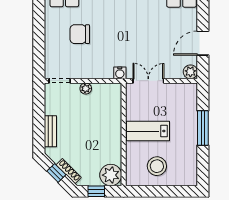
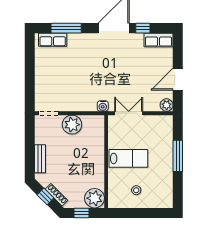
chair: (80, 34) -> (67, 71), removed
plant: (86, 89) -> (72, 125), width x1.88, depth x1.88
lab bench: (148, 131) -> (128, 158), turned 180
stool: (157, 166) -> (136, 190), width x0.53, depth x0.53

